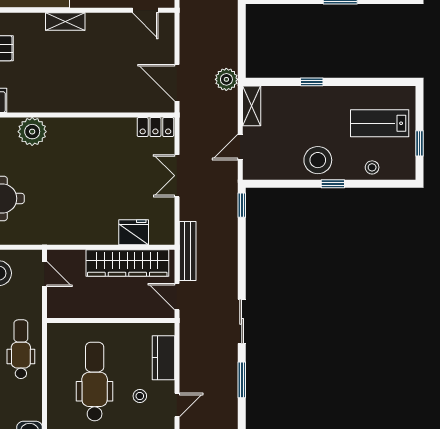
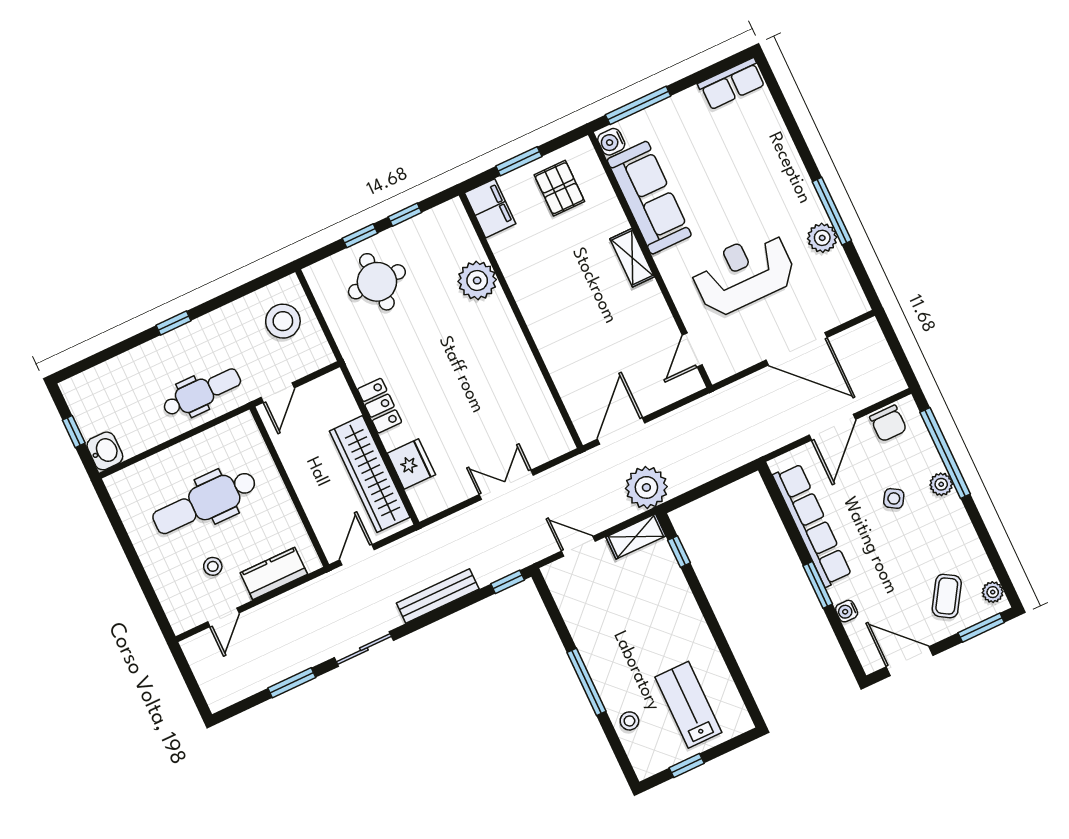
plant: (226, 79) -> (646, 487), width x1.36, depth x1.36
window: (312, 82) -> (679, 552), moved
locker: (155, 127) -> (380, 406), moved, turned 180
stool: (318, 160) -> (607, 650), removed
window: (333, 184) -> (587, 682), width x2.17
bench: (188, 251) -> (438, 596), moved
door: (45, 274) -> (278, 393), moved
dental chair: (95, 381) -> (205, 502), turned 180
door: (177, 405) -> (223, 617), hinge flipped

